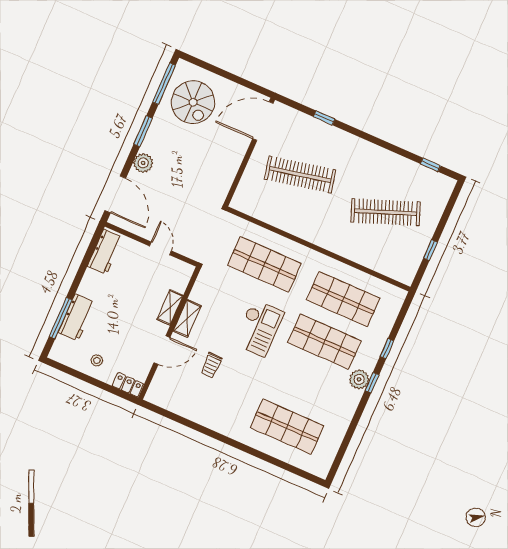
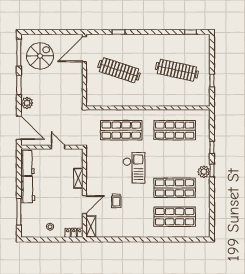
spiral stairs: (193, 102) -> (40, 56), turned -90
clothes rail: (300, 175) -> (119, 70), turned 30
clothes rail: (385, 212) -> (177, 70), turned 33
workbench: (77, 318) -> (28, 190), moved
shelving: (187, 319) -> (91, 227), moved
shop shelf: (324, 342) -> (175, 188), moved

